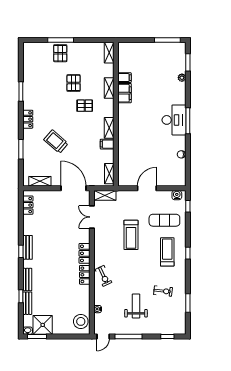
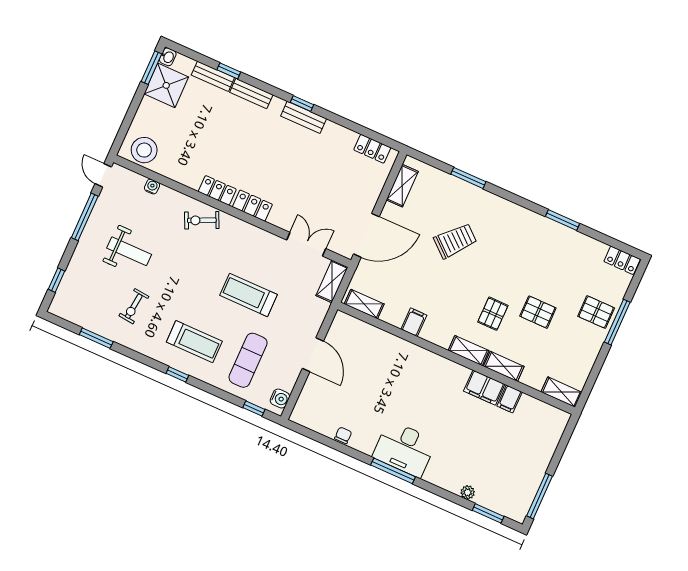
locker: (28, 119) -> (622, 260), moved
shelving: (109, 128) -> (469, 351), moved

